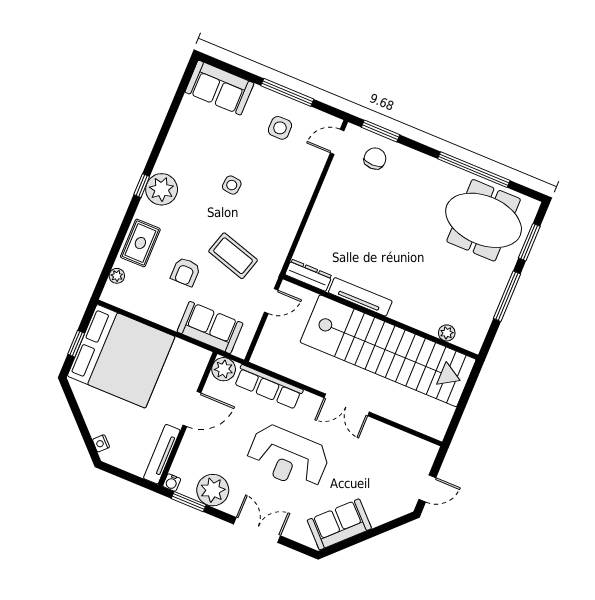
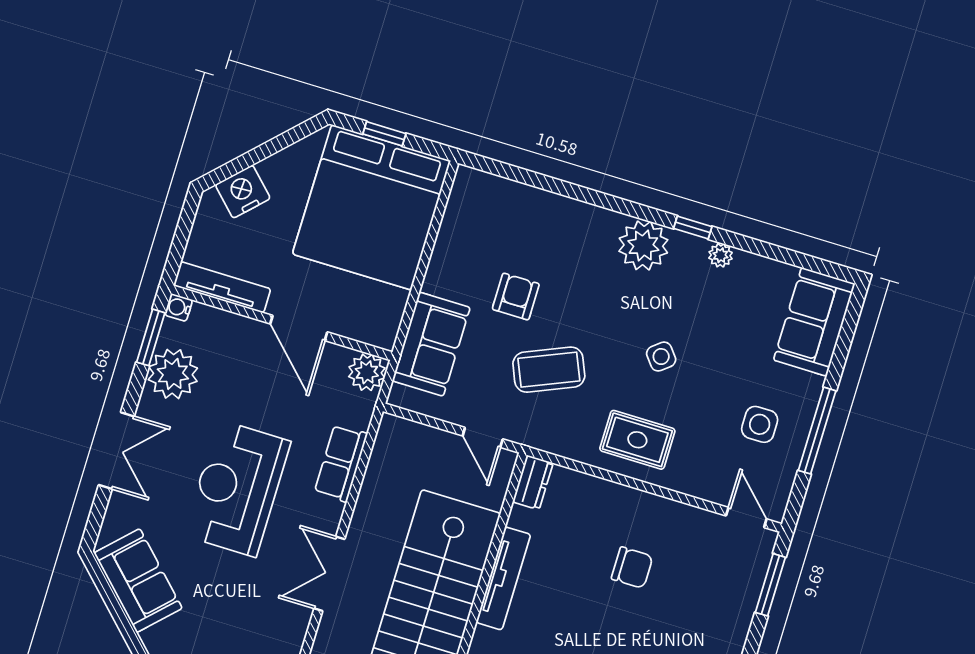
chair: (375, 159) -> (632, 568), moved
side table: (232, 185) -> (661, 357), turned 45
window: (142, 186) -> (693, 227), moved
rug: (140, 243) -> (637, 440), moved
coffee table: (233, 256) -> (549, 370), turned 50
armchair: (185, 272) -> (516, 297), turned 90
dresser: (309, 275) -> (533, 482), width x0.70
plant: (117, 276) -> (721, 255), moved
row of seats: (269, 387) -> (341, 463), width x0.68
nightstand: (101, 443) -> (243, 192), width x1.89, depth x1.79

